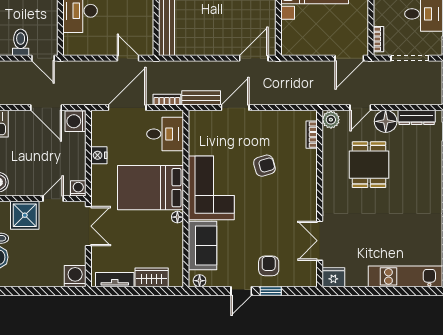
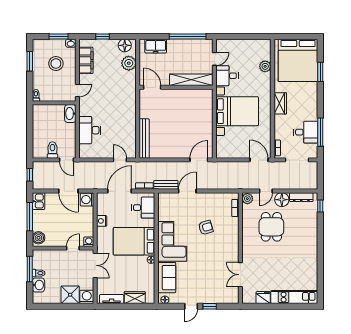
door: (349, 58) -> (259, 160), swing flipped
shower: (25, 215) -> (70, 295), moved
armchair: (269, 266) -> (208, 290), removed
fridge: (333, 277) -> (263, 298), moved

